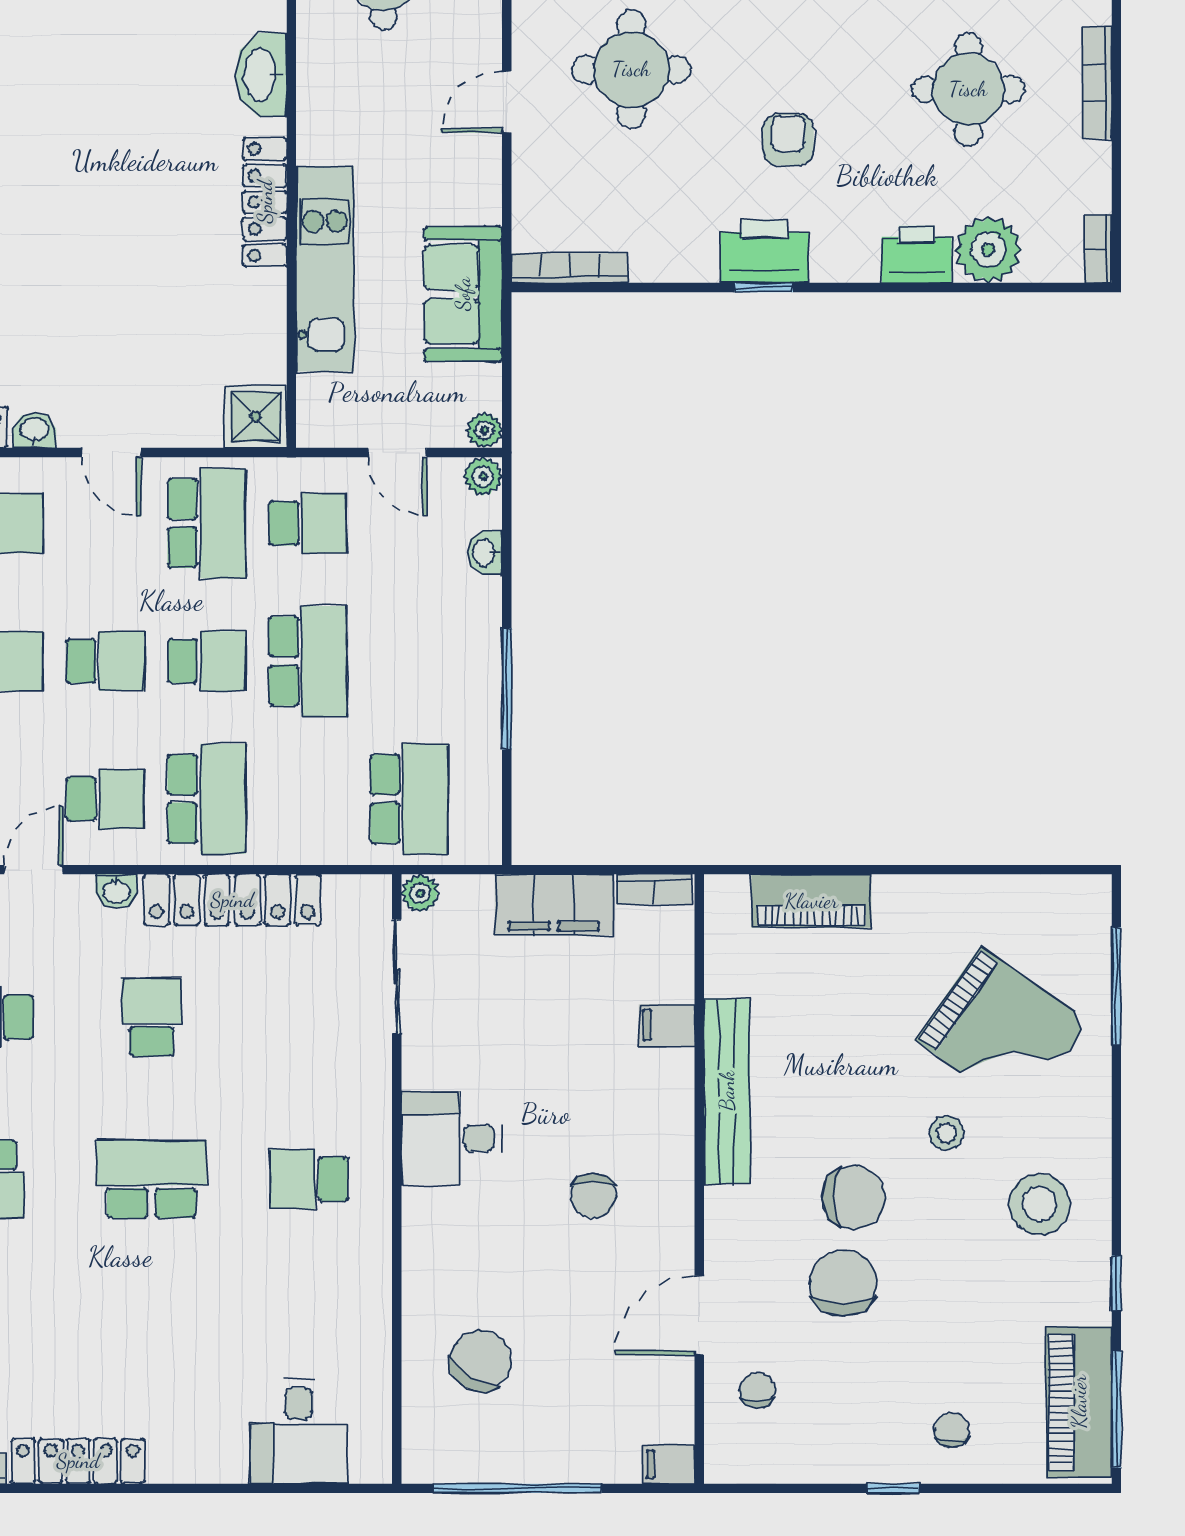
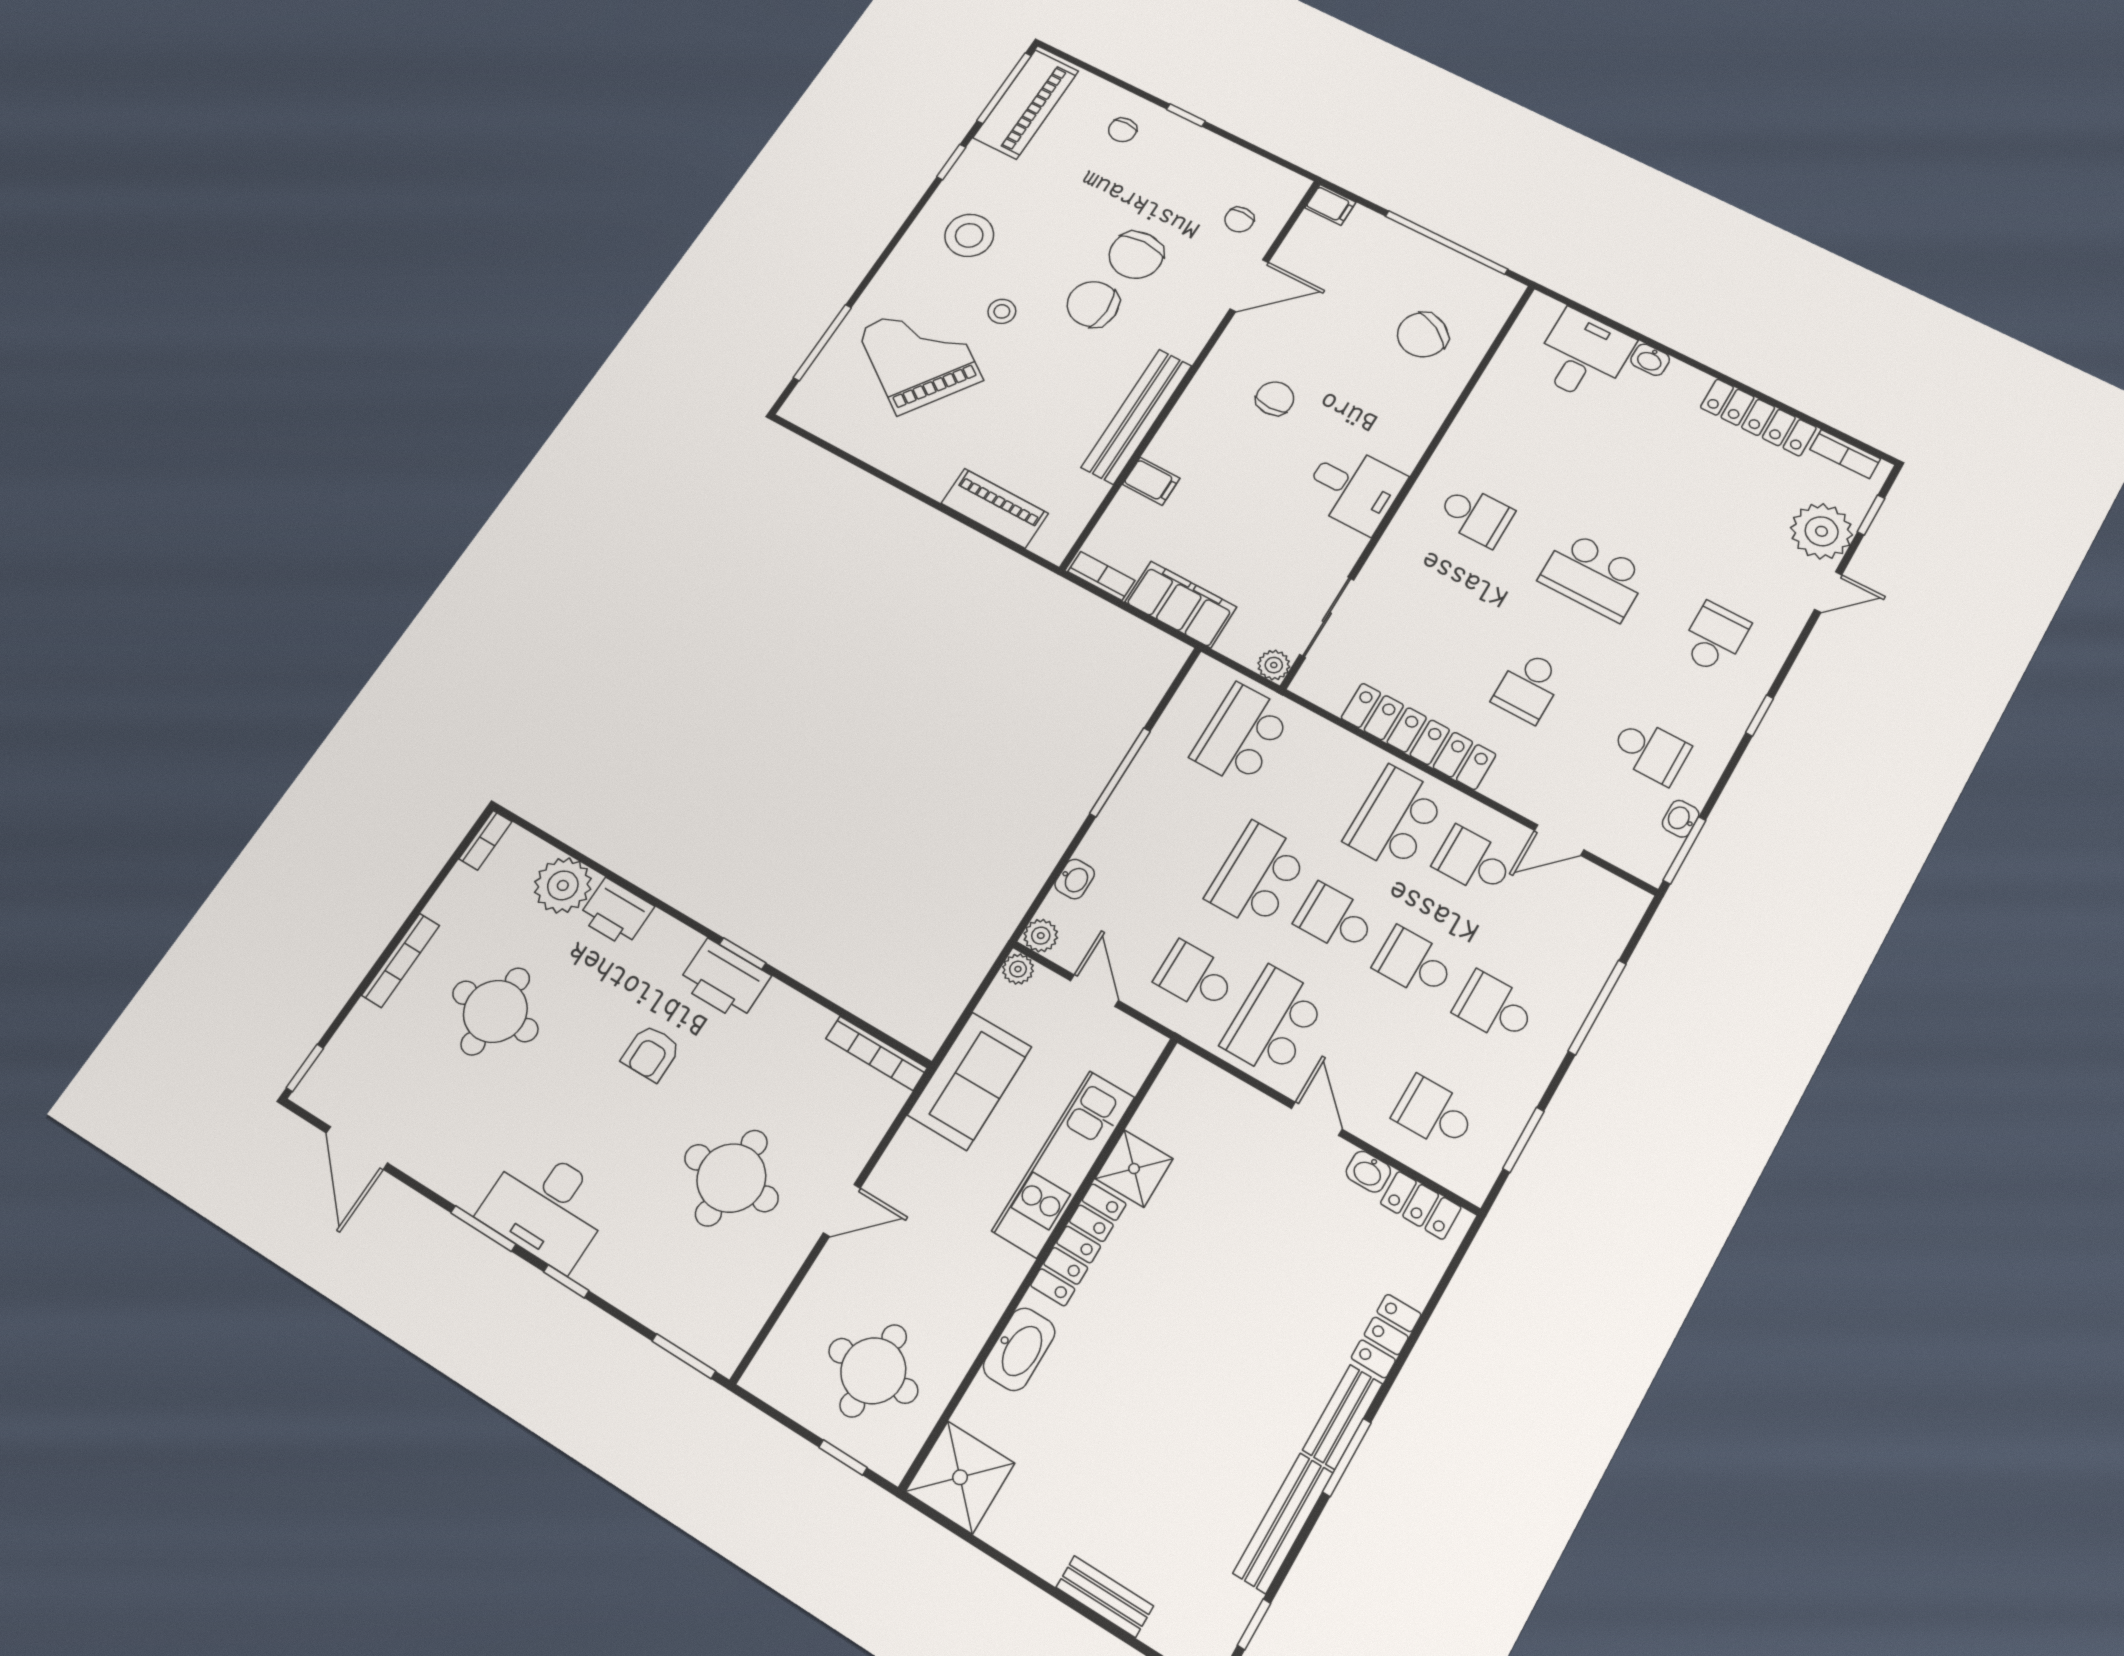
shower: (256, 417) -> (1134, 1169), moved
washbasin: (117, 891) -> (1650, 360), moved, turned 180

